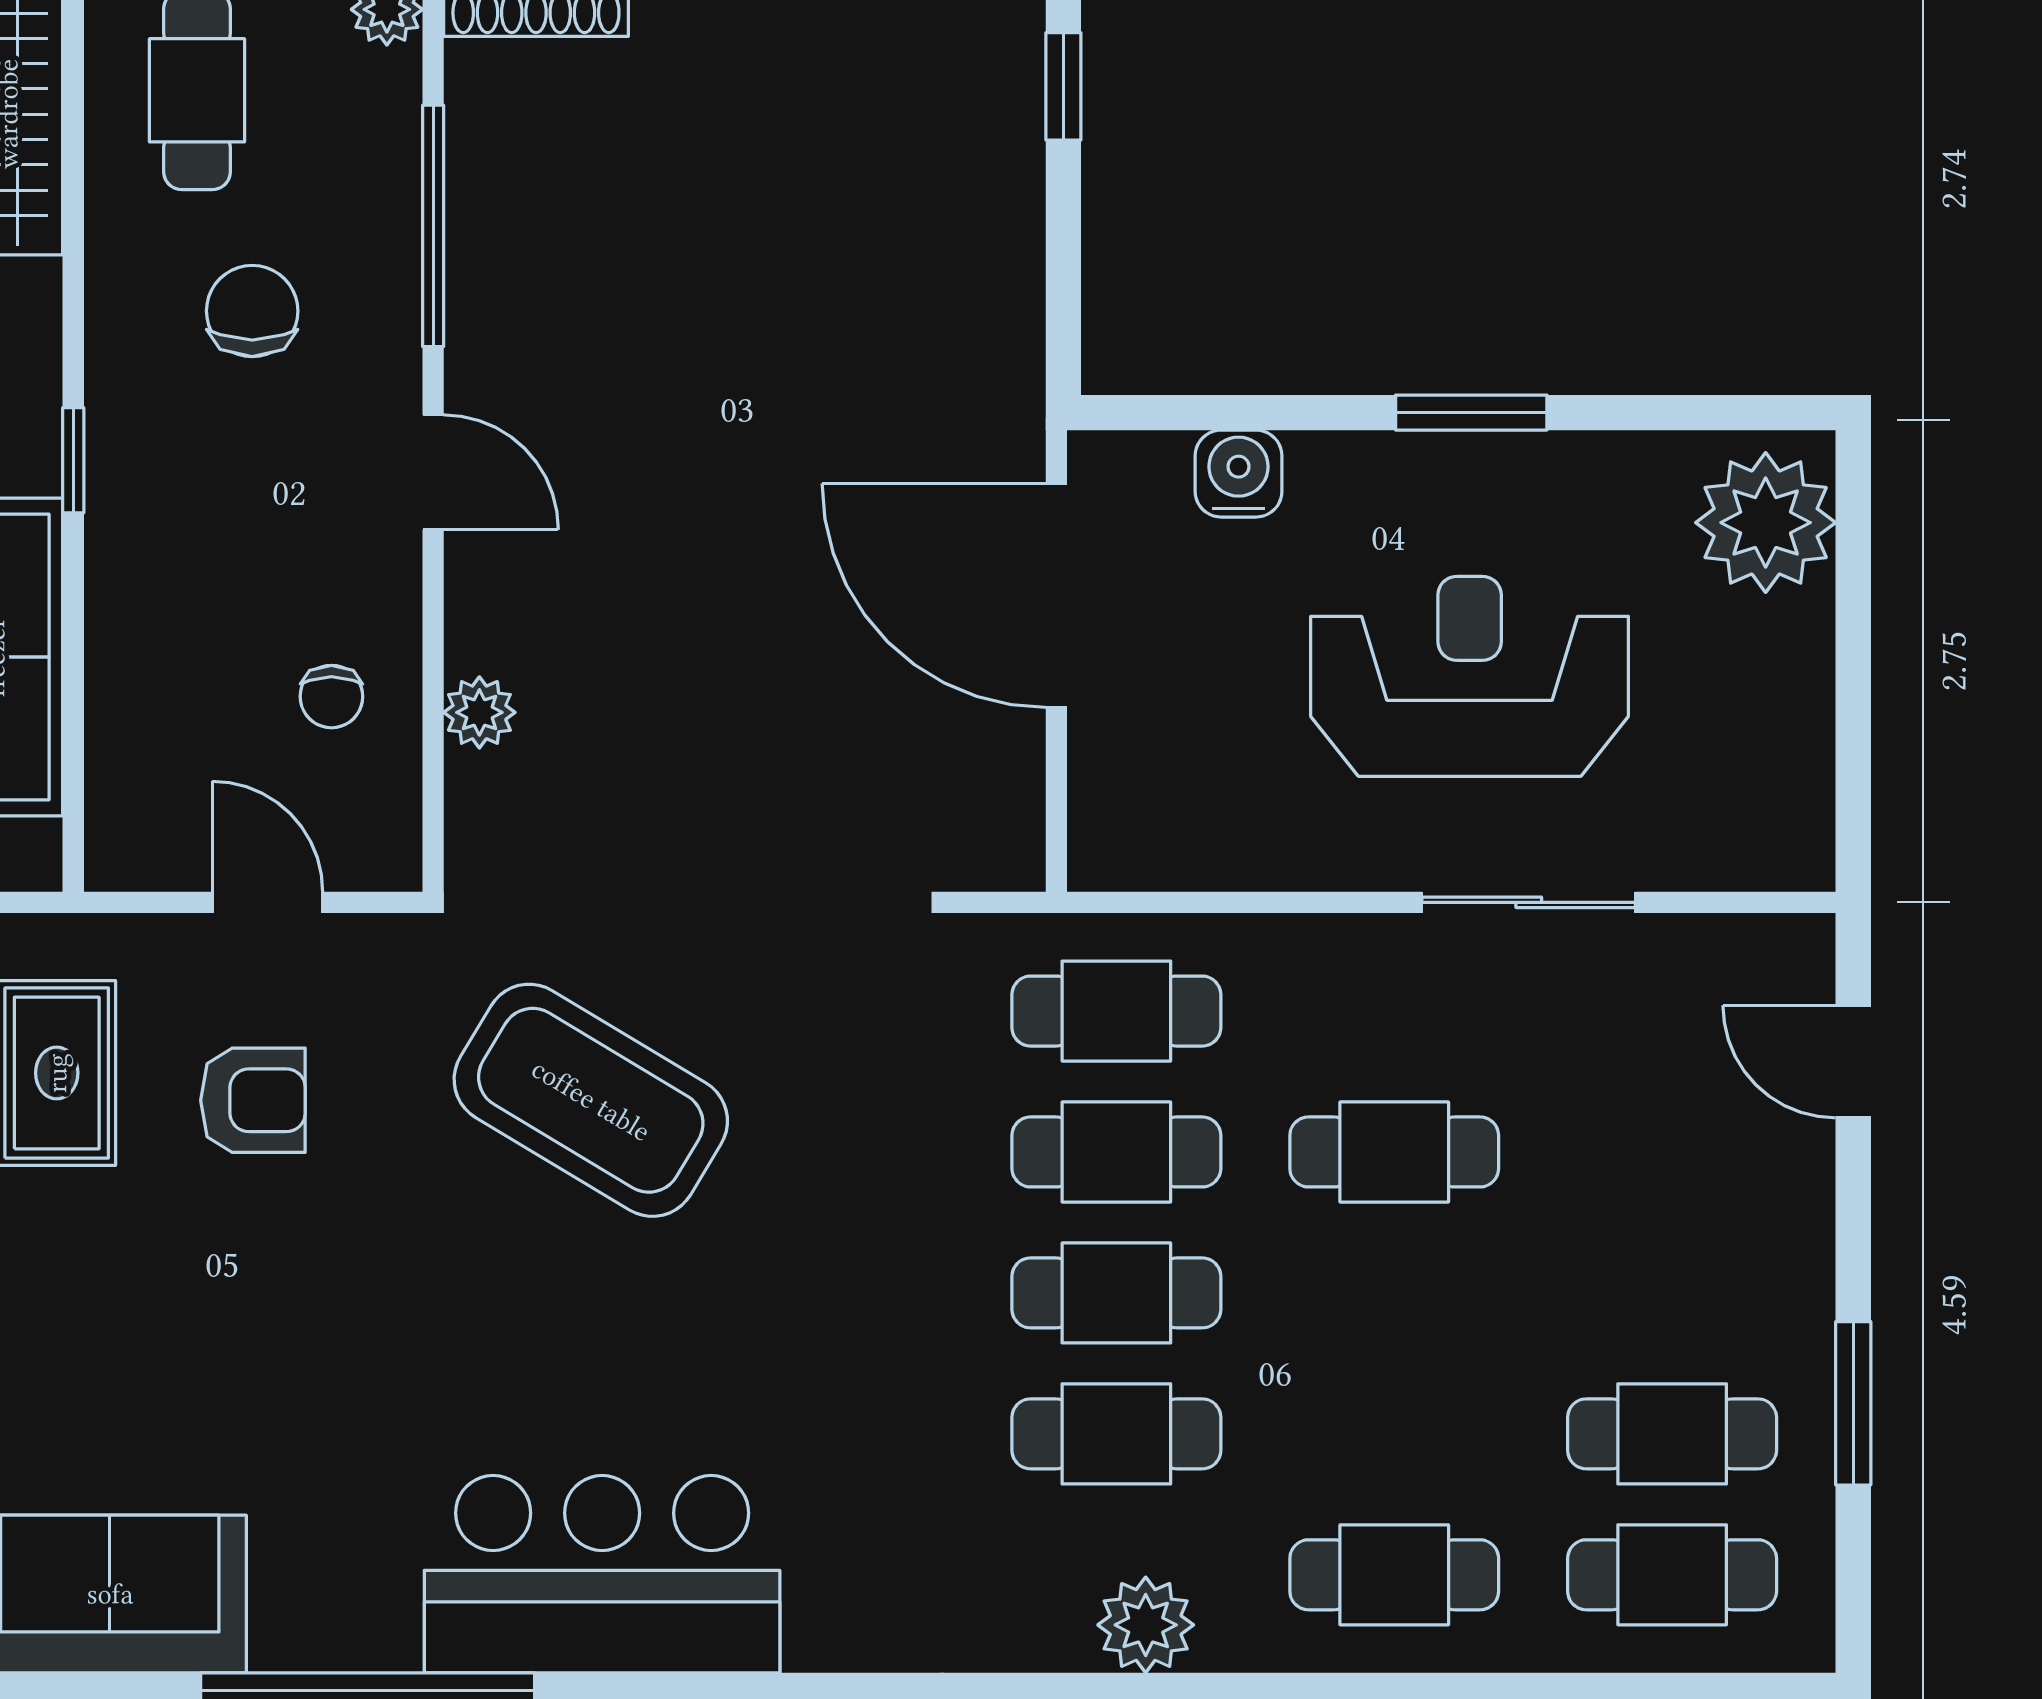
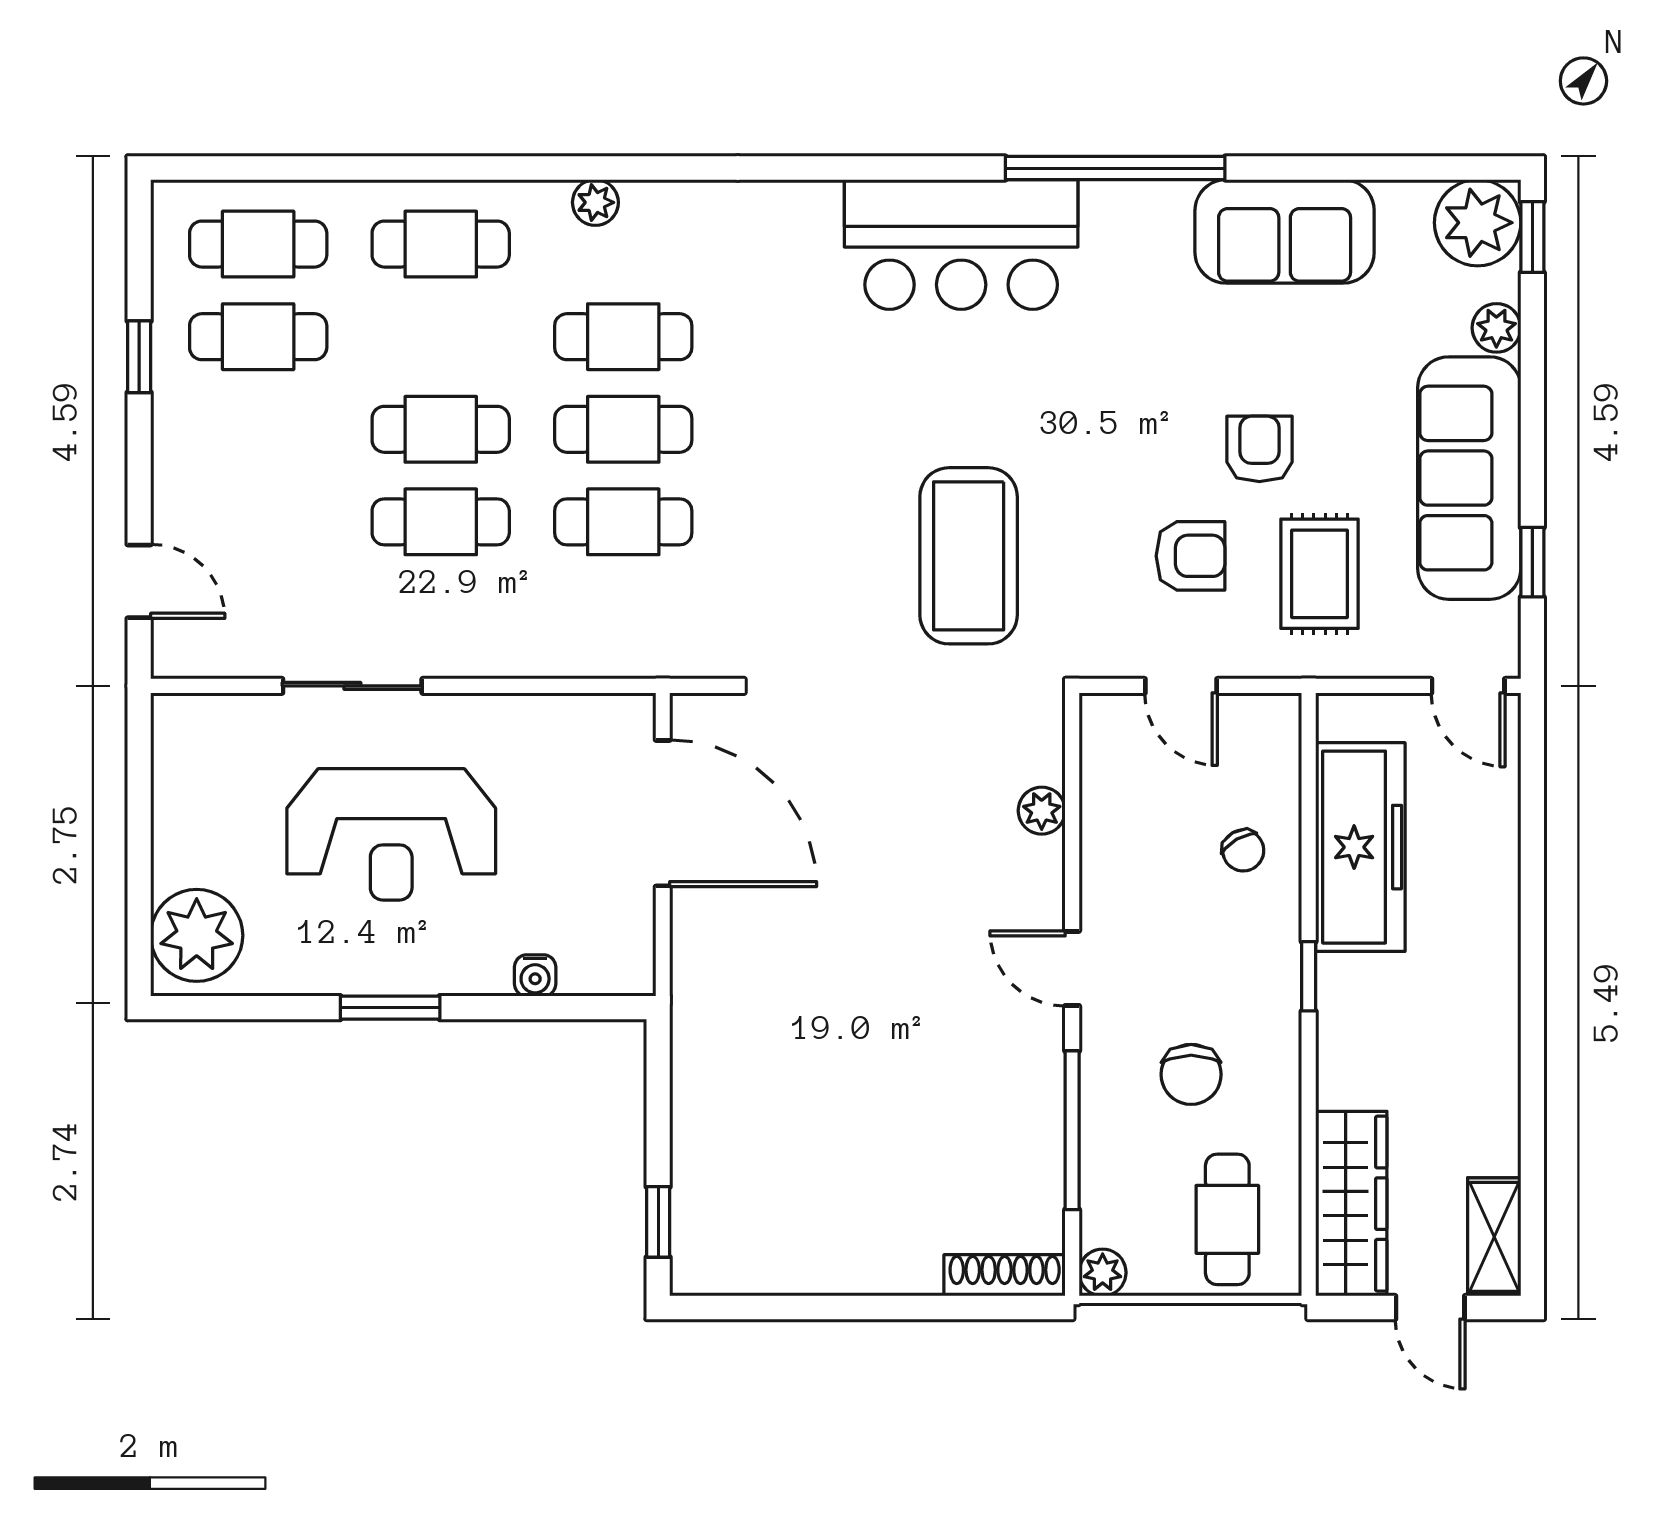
water cooler: (1239, 474) -> (535, 975), width x0.72, depth x0.72
door: (1056, 596) -> (663, 813), moved
chair: (331, 697) -> (1243, 850), moved, turned 150
cafe table: (1116, 1011) -> (441, 429), moved
armchair: (253, 1100) -> (1191, 556), turned 180
coffee table: (591, 1100) -> (969, 556), turned 59
armchair: (148, 1263) -> (1259, 449), added
window: (1853, 1403) -> (139, 357), width x0.67
plant: (1146, 1625) -> (595, 202), width x0.73, depth x0.73

